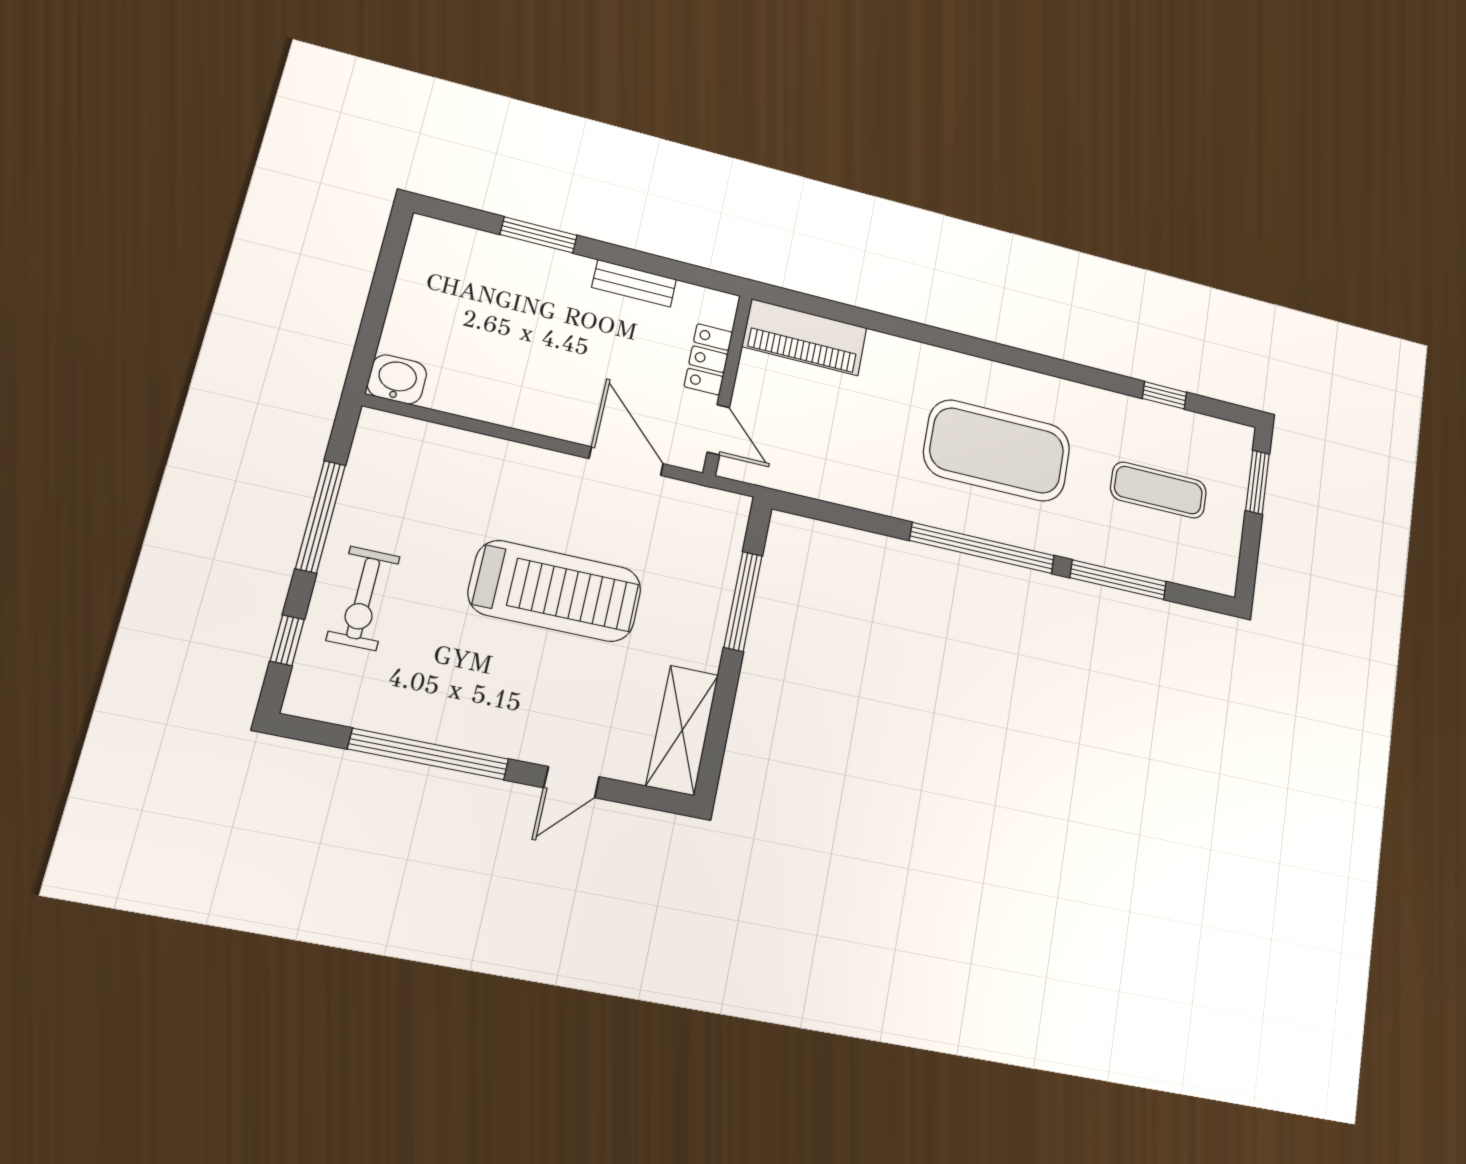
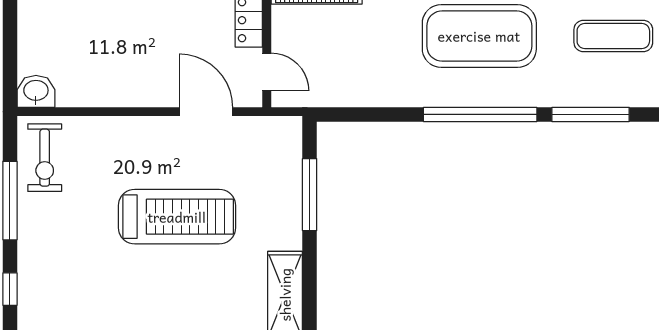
exercise bike: (363, 598) -> (45, 158), moved

